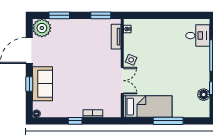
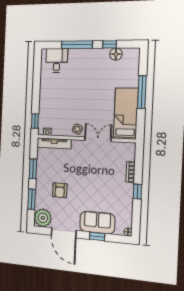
window: (101, 15) -> (33, 169), moved
window: (137, 15) -> (35, 121), added
tv unit: (116, 37) -> (54, 143), width x1.41
armchair: (71, 44) -> (60, 190), added

